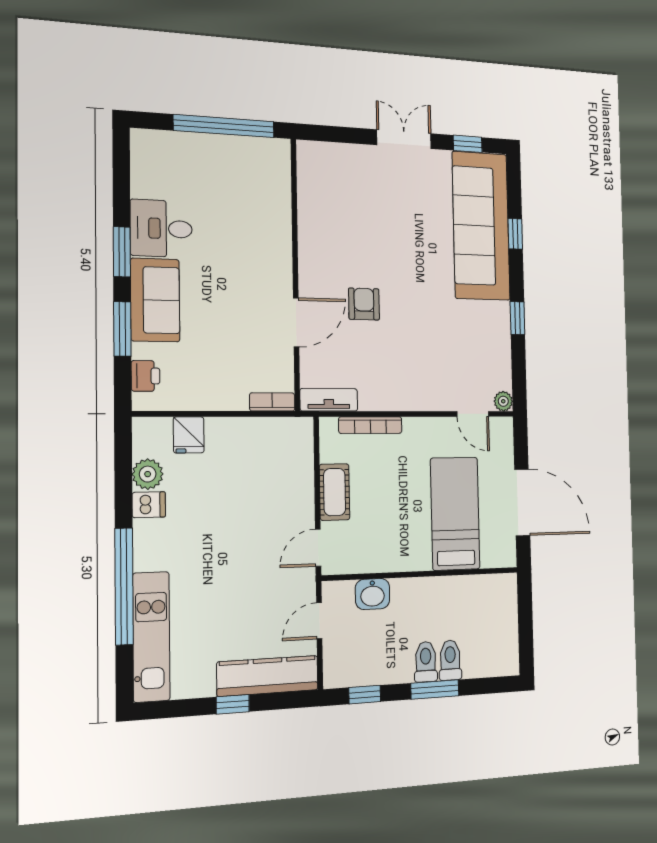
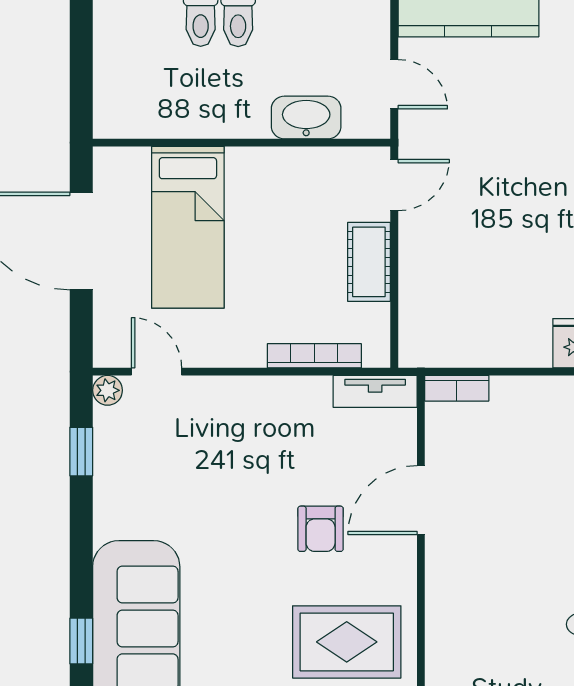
rug: (345, 225) -> (347, 642), added
window: (517, 318) -> (81, 452), moved
washbasin: (372, 594) -> (306, 117), width x1.38
door: (319, 621) -> (394, 84), hinge flipped

